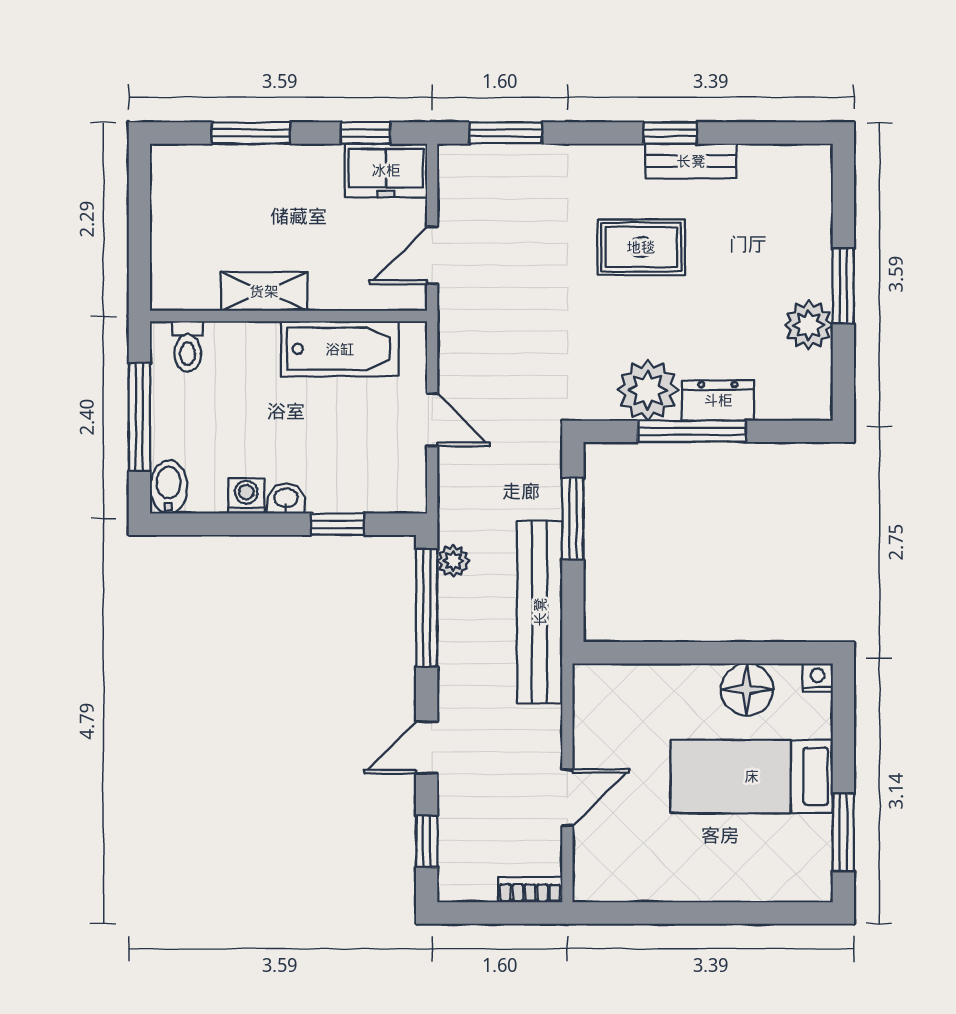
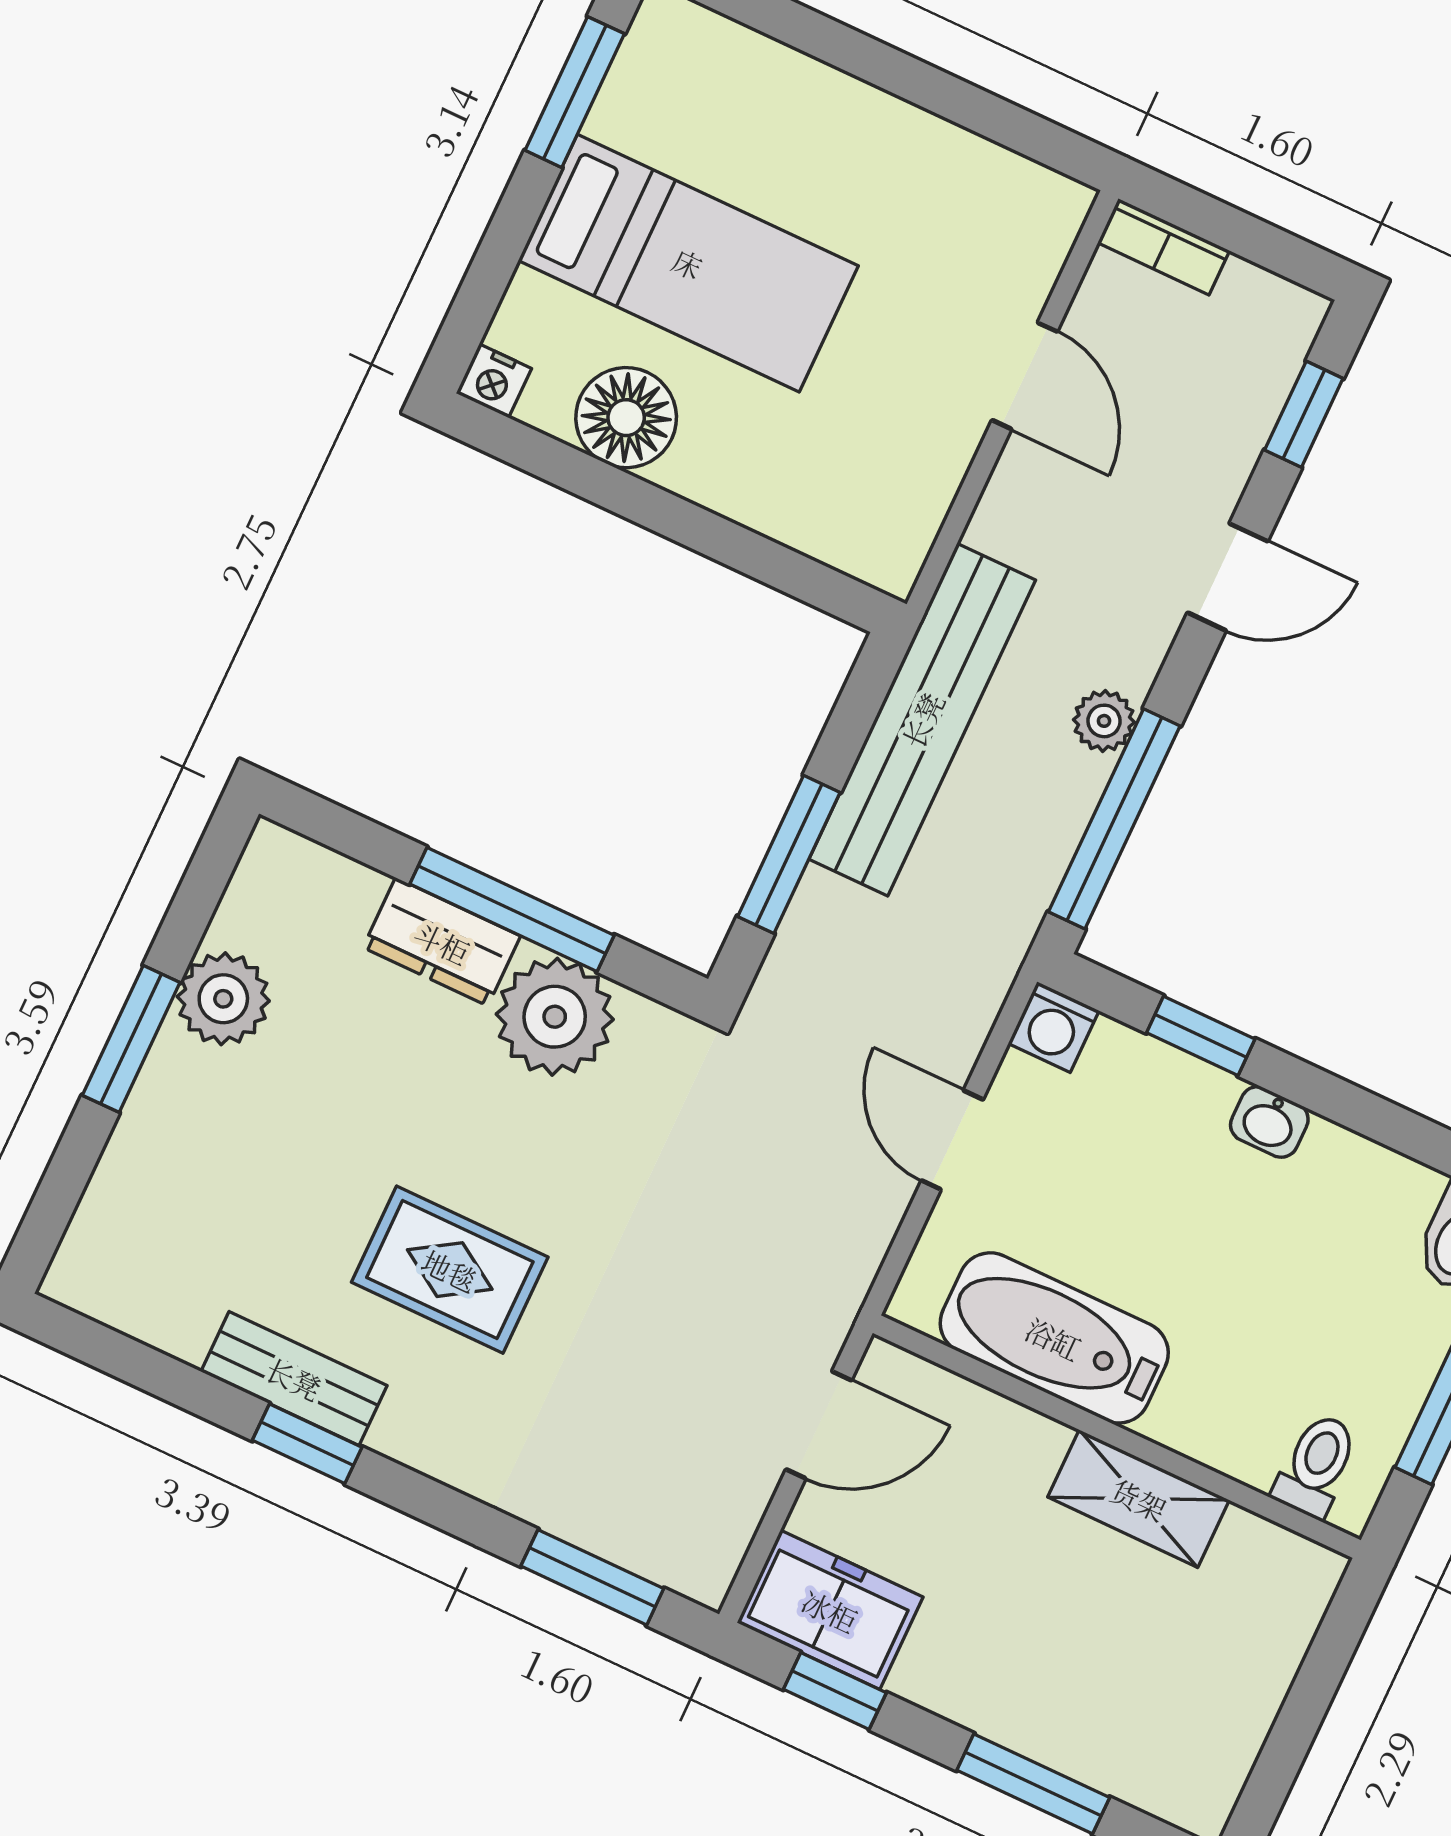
washing machine: (246, 496) -> (1054, 1027), moved
plant: (453, 561) -> (1104, 721), moved
door: (567, 798) -> (1025, 376), swing flipped

